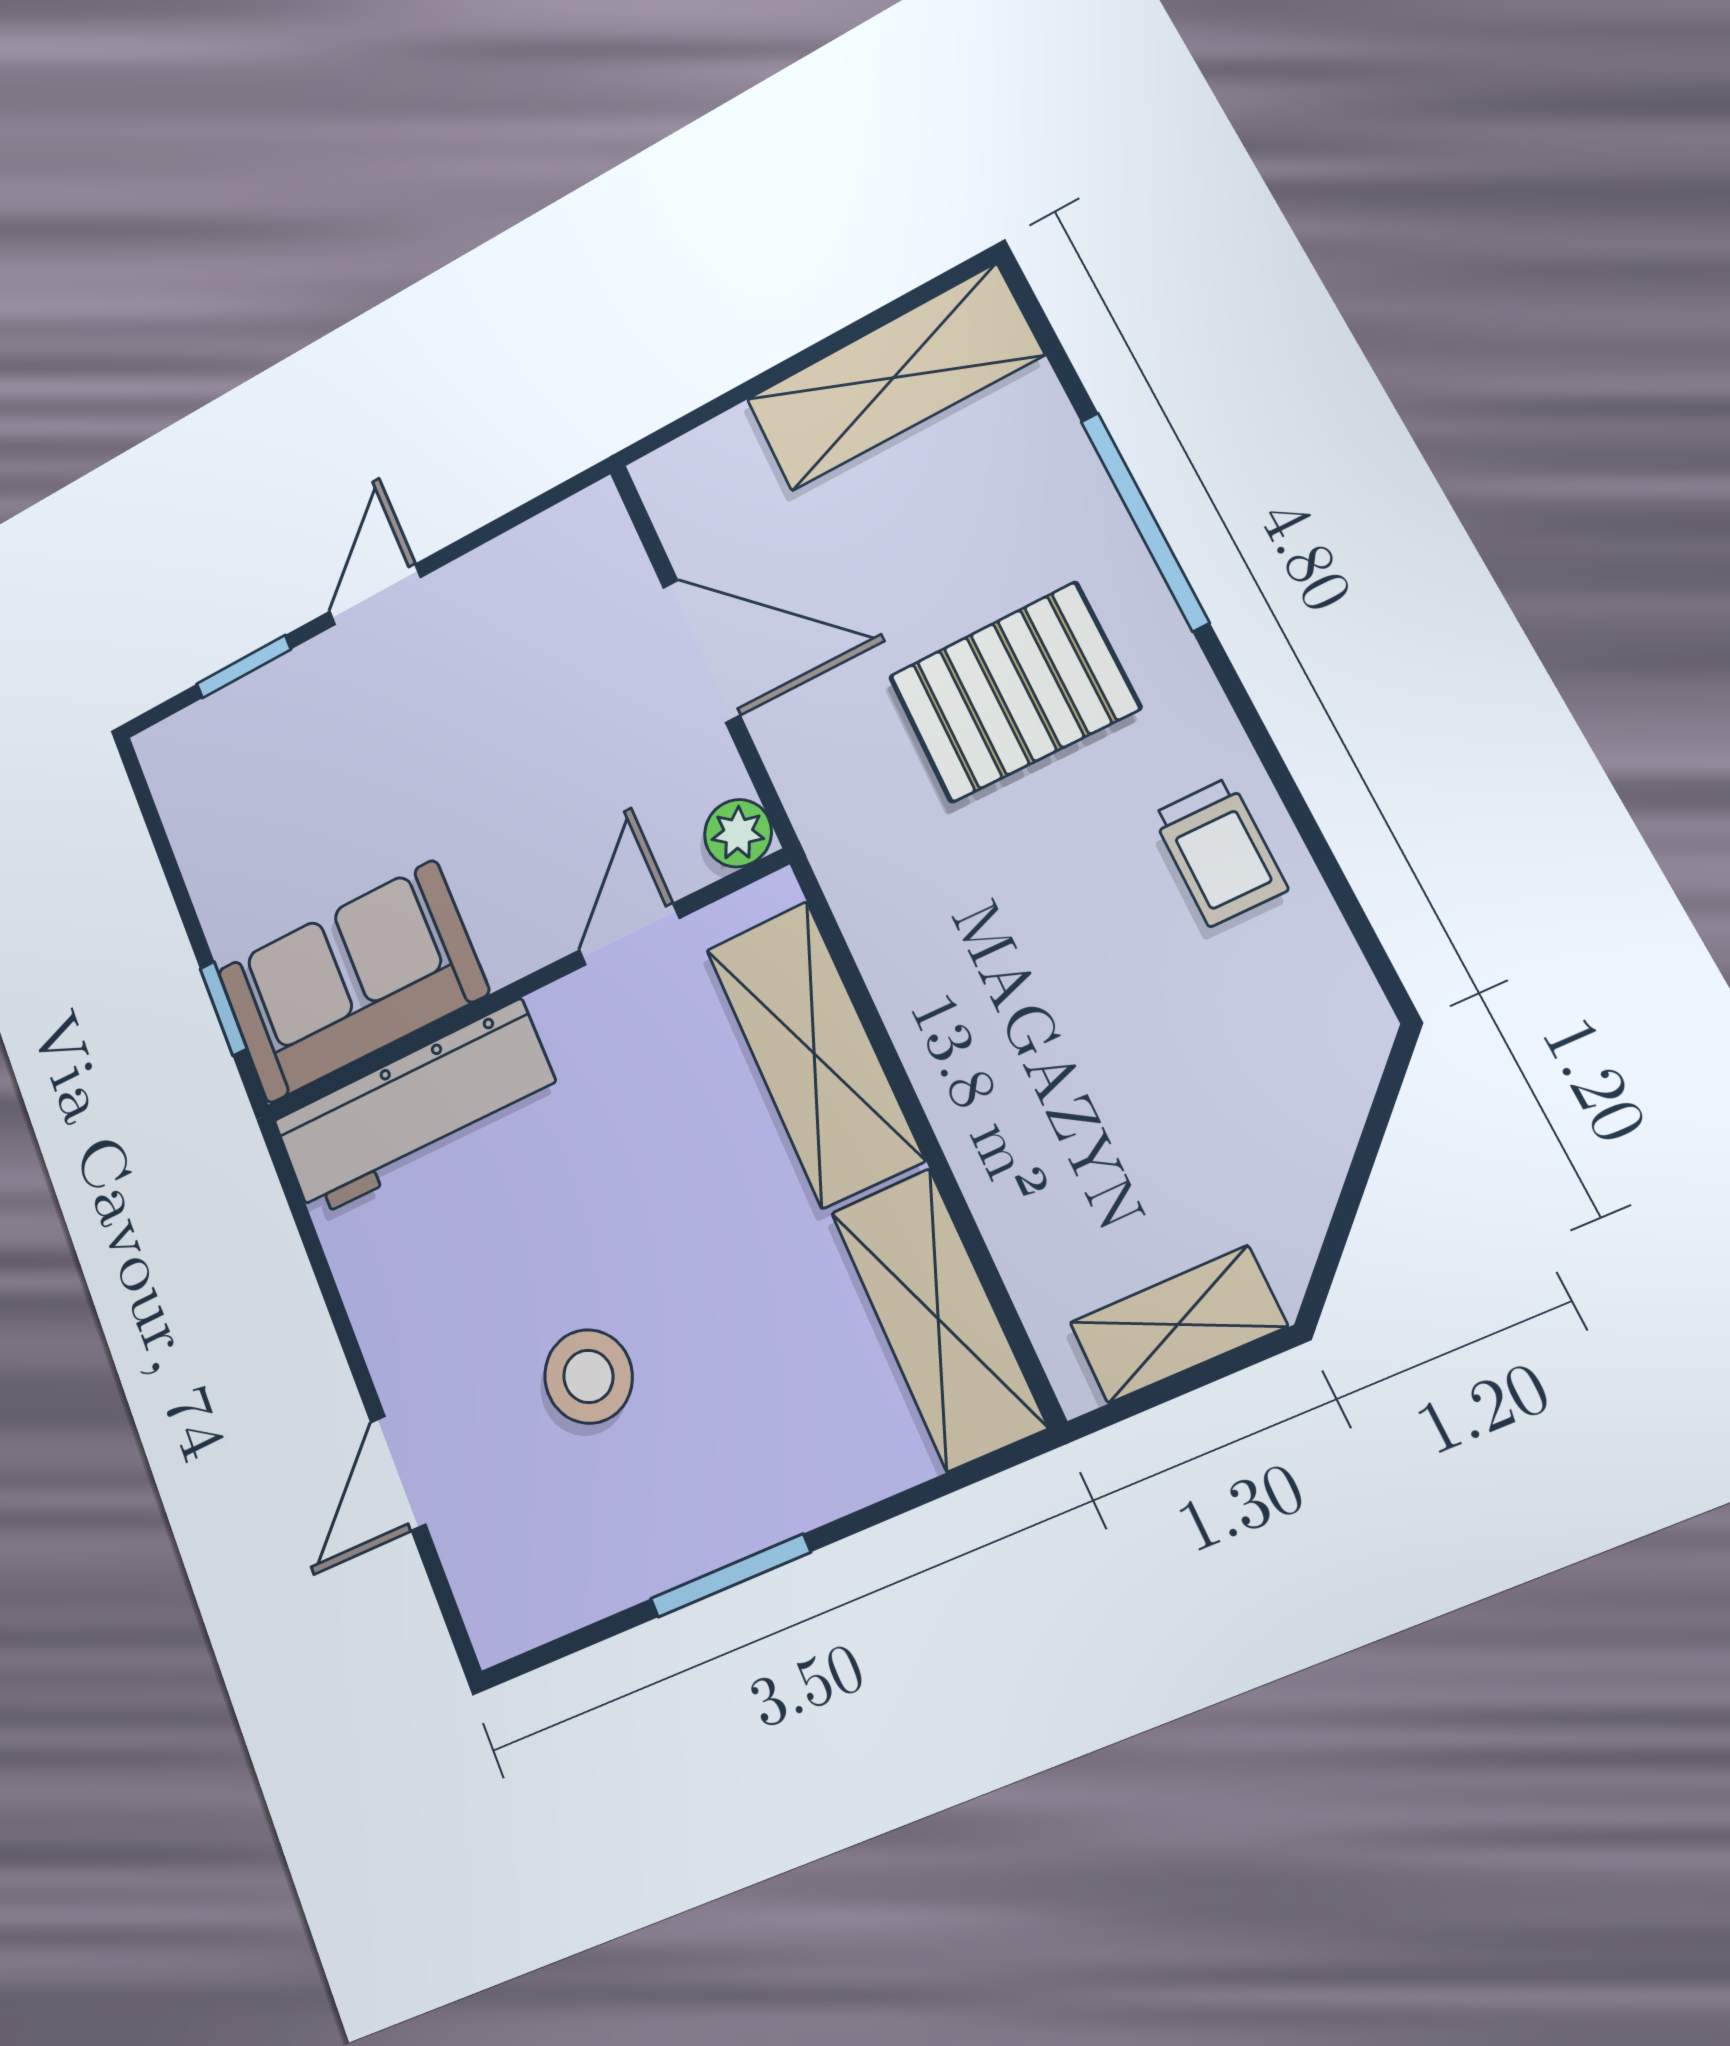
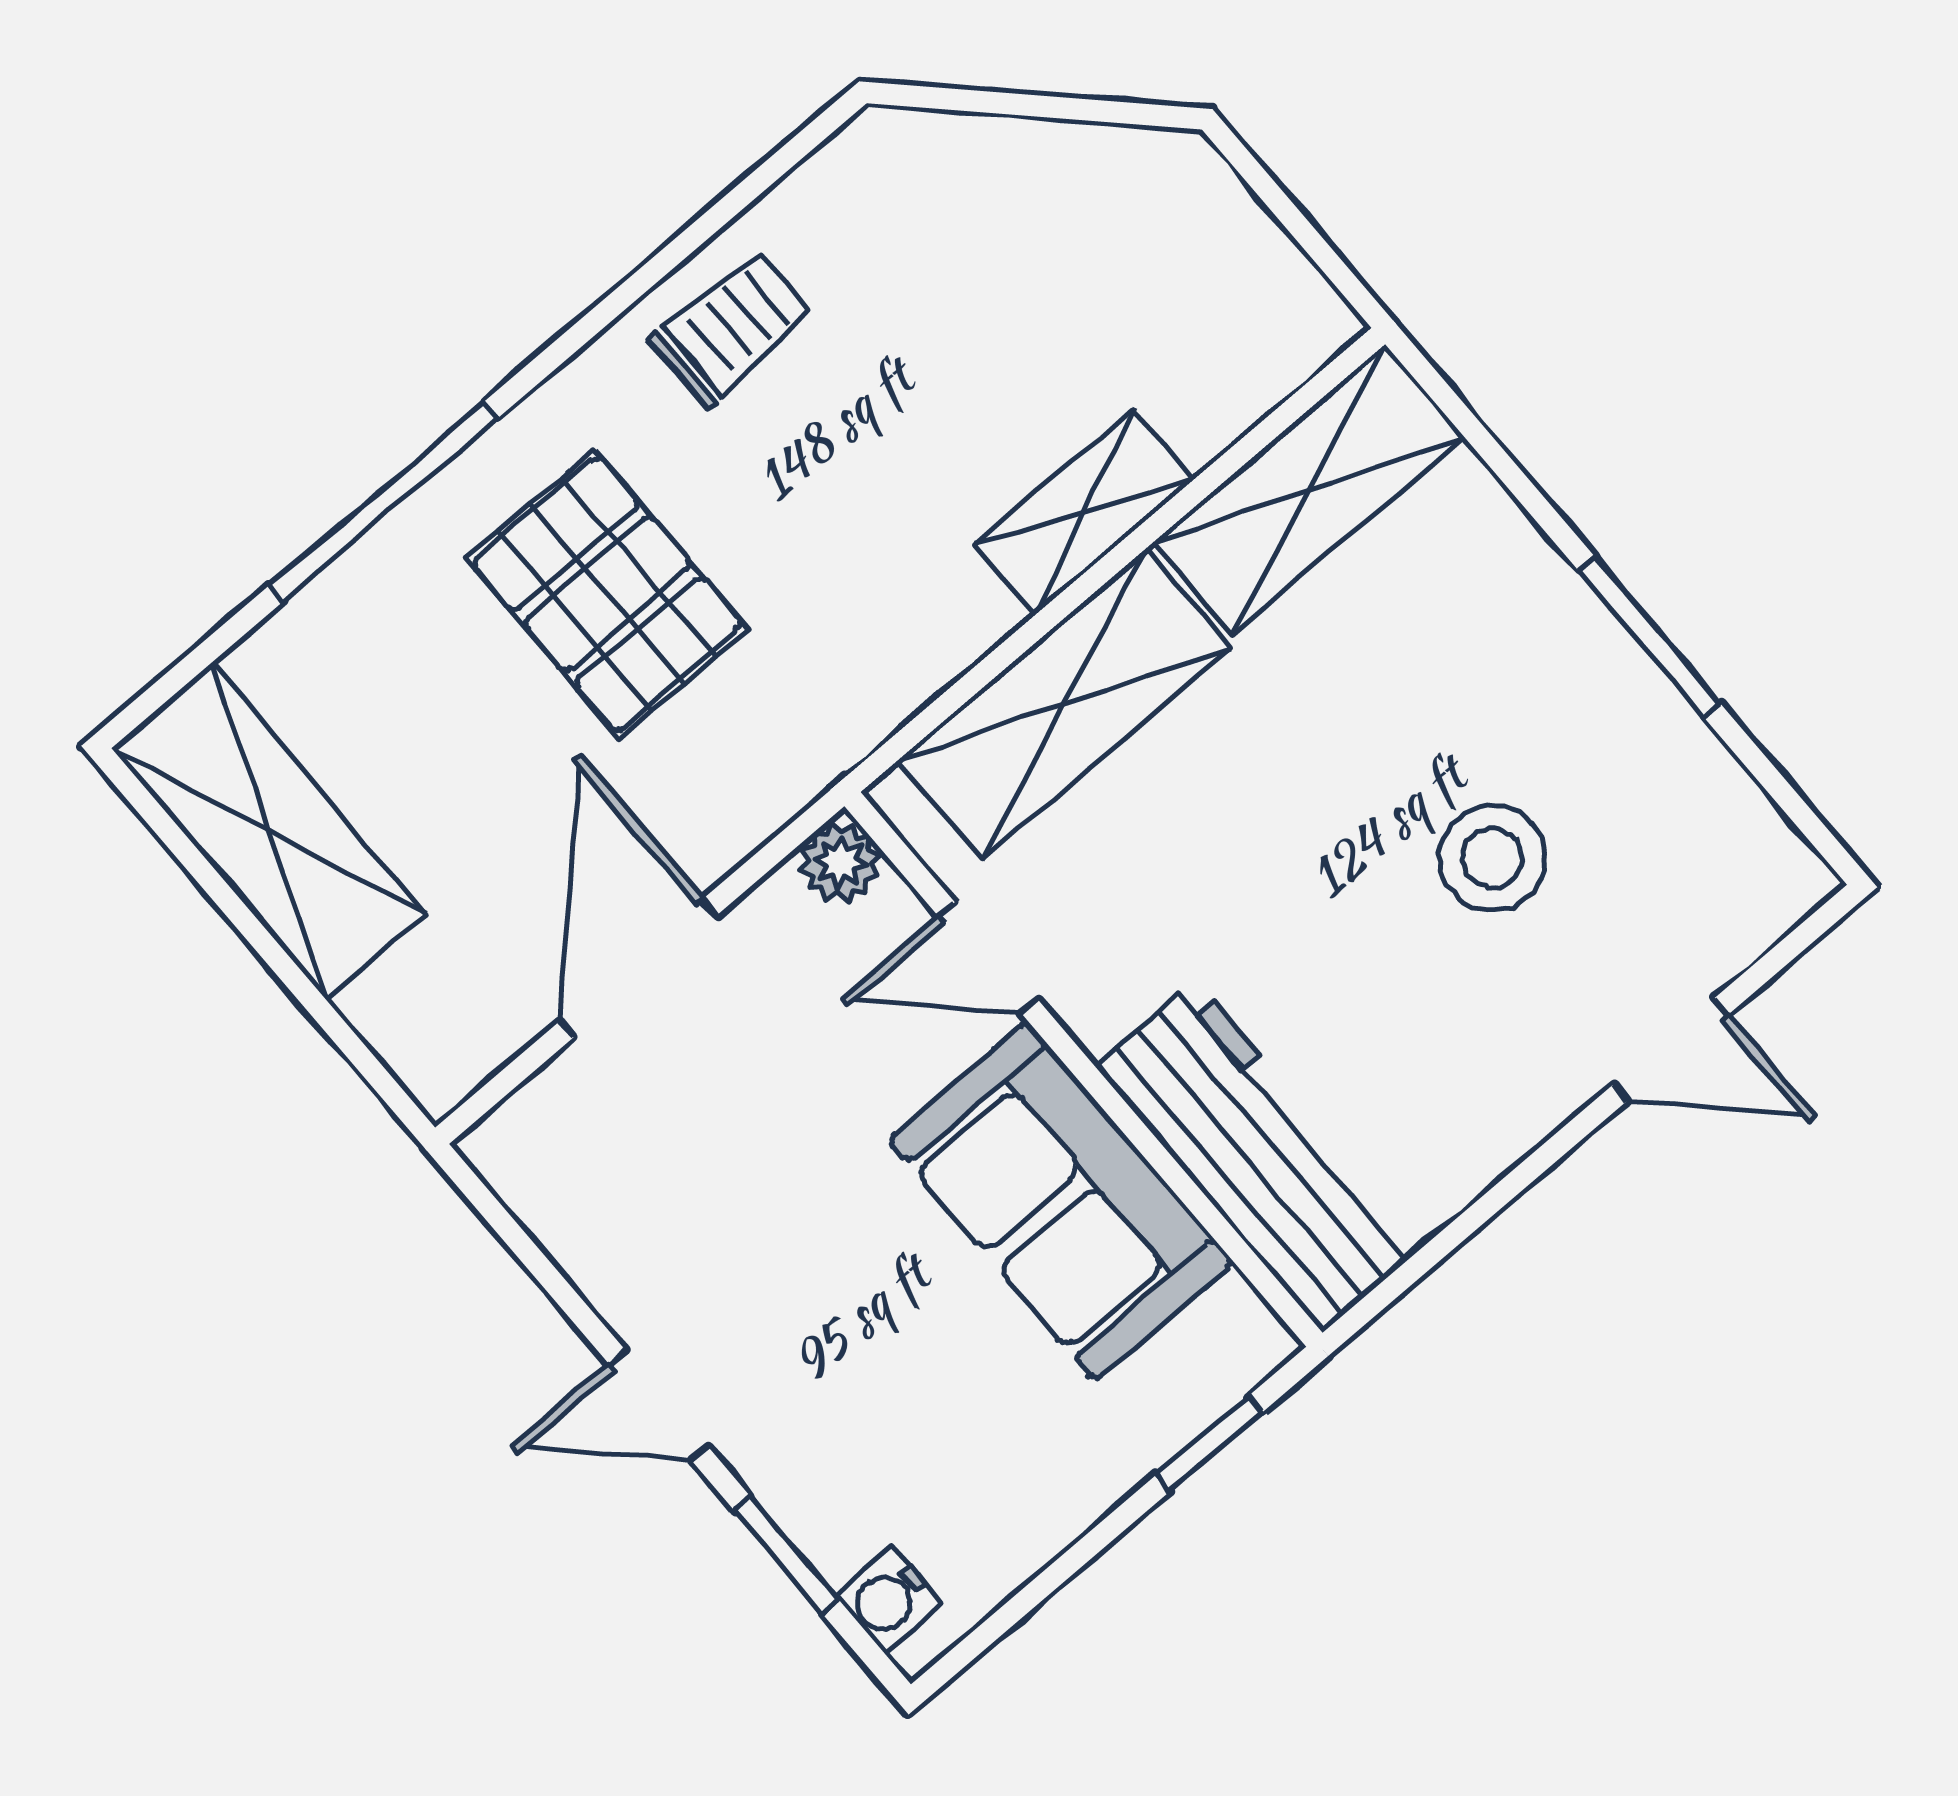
water cooler: (191, 736) -> (889, 1599), added
sofa: (352, 982) -> (1061, 1201), moved
shelving: (1178, 1325) -> (1084, 512), moved, turned 90

